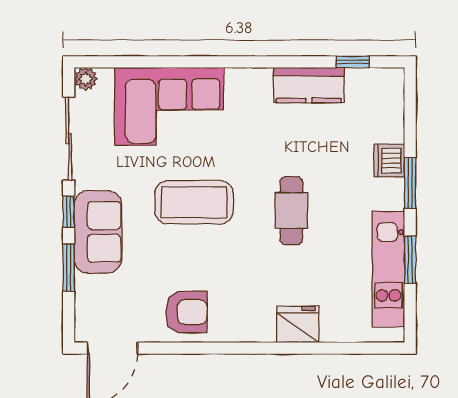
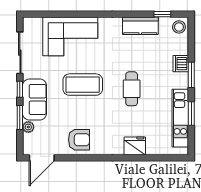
plant: (86, 79) -> (28, 127), moved
stool: (386, 87) -> (179, 27), added

